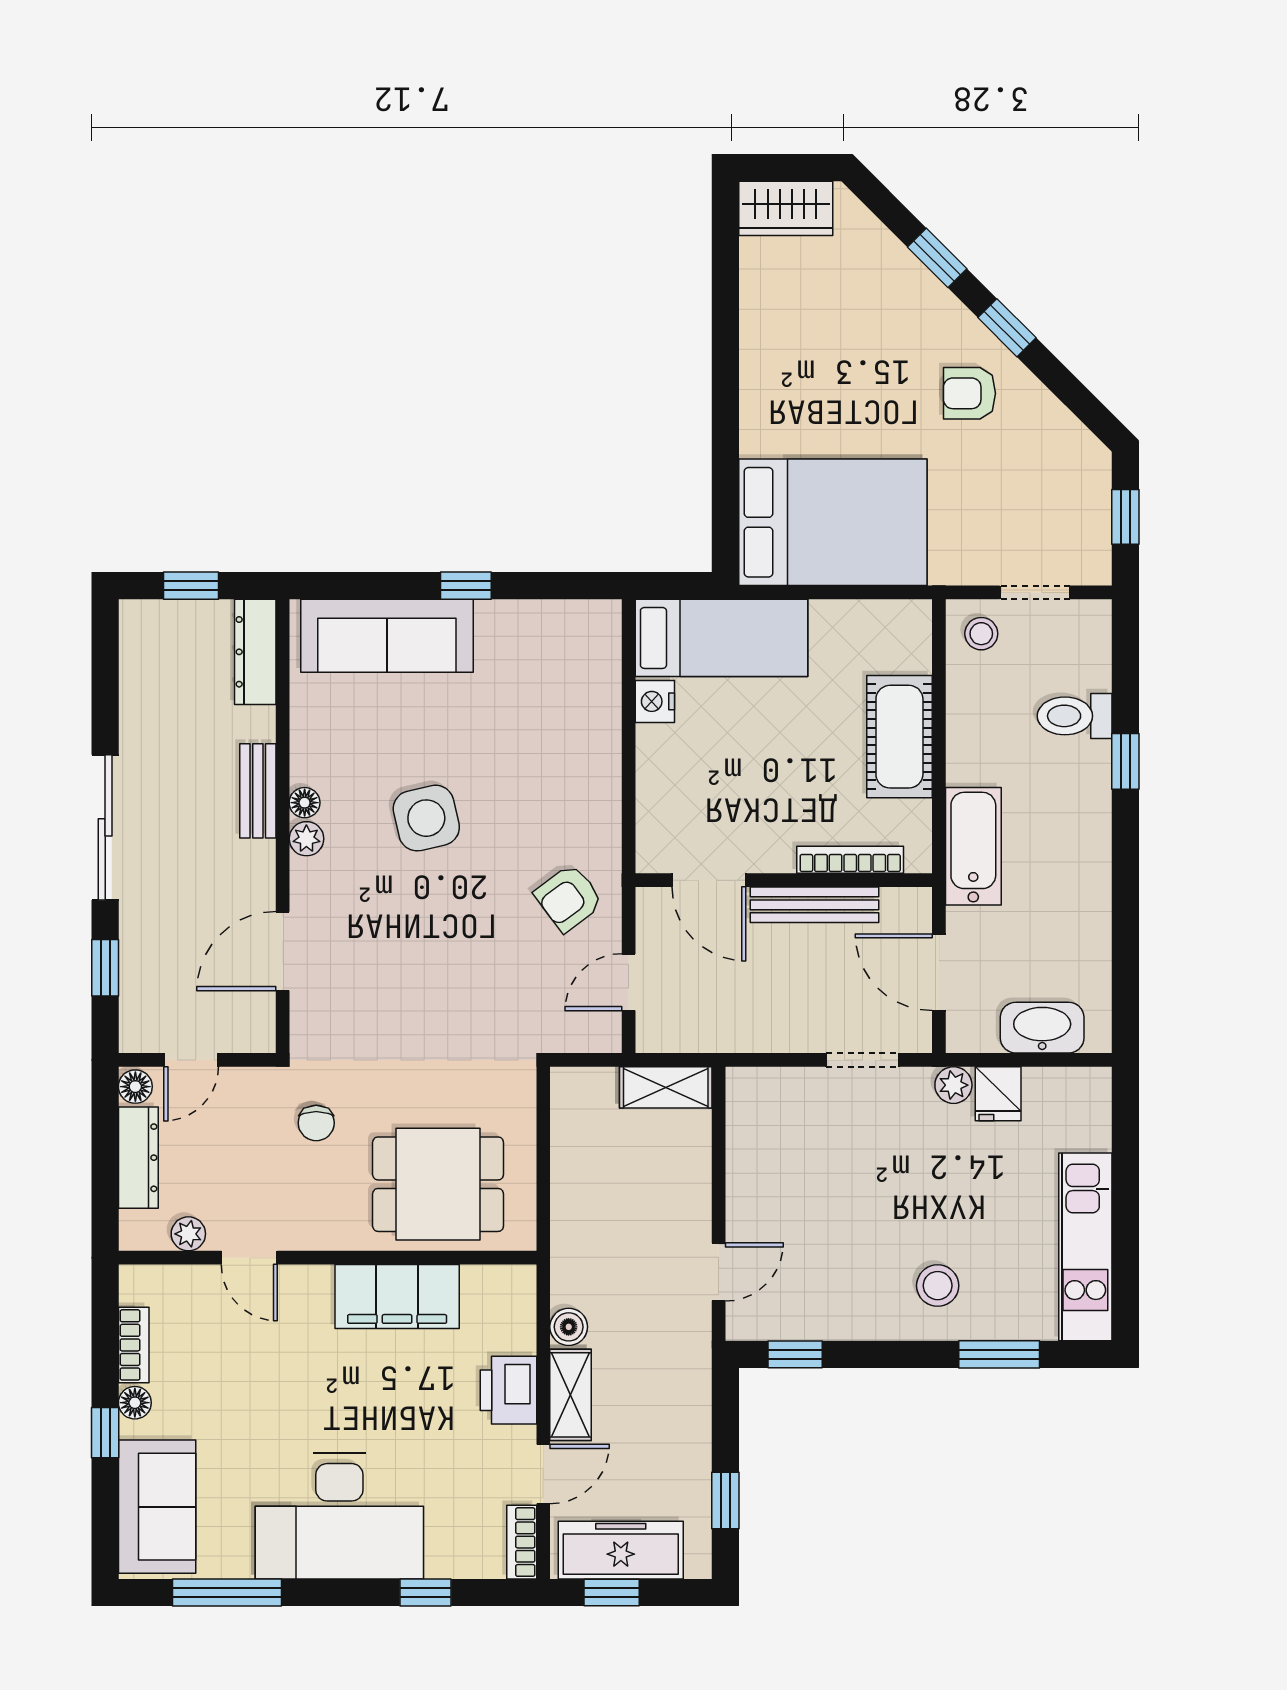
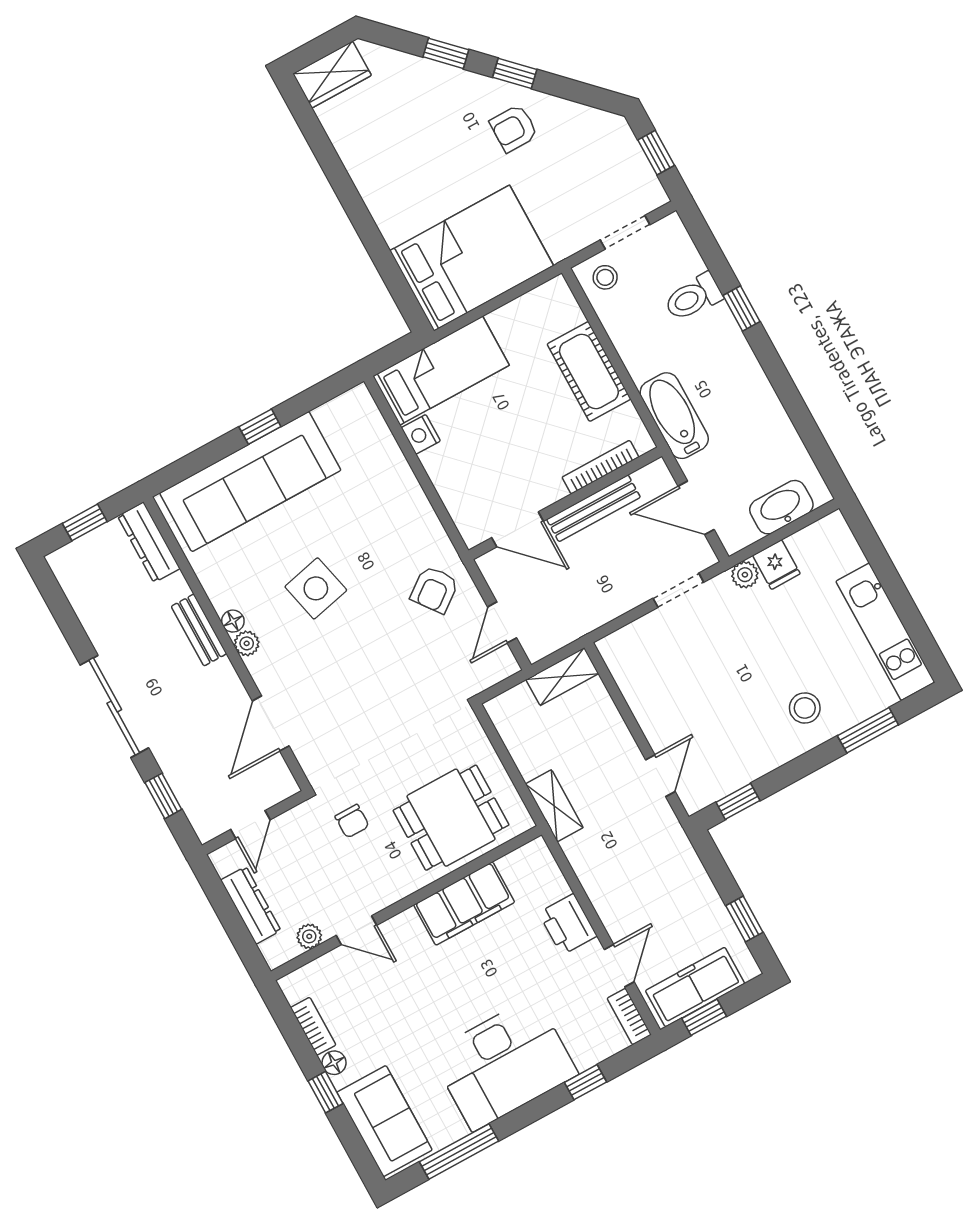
sofa: (387, 636) -> (250, 482), width x1.36, depth x1.27
floor lamp: (135, 1087) -> (224, 861), removed
boiler: (569, 1327) -> (584, 863), removed
shelving: (571, 1395) -> (554, 806), moved

